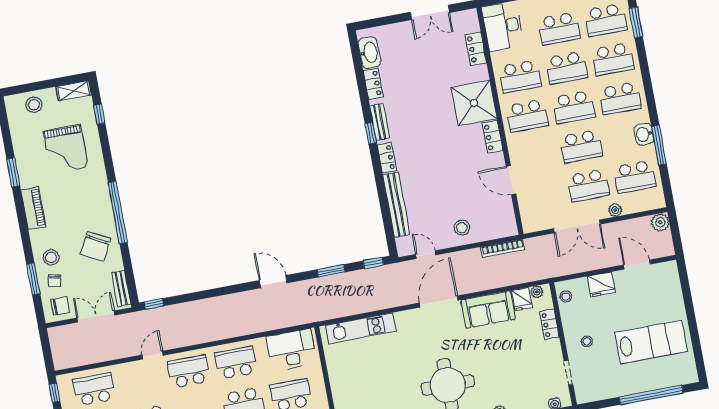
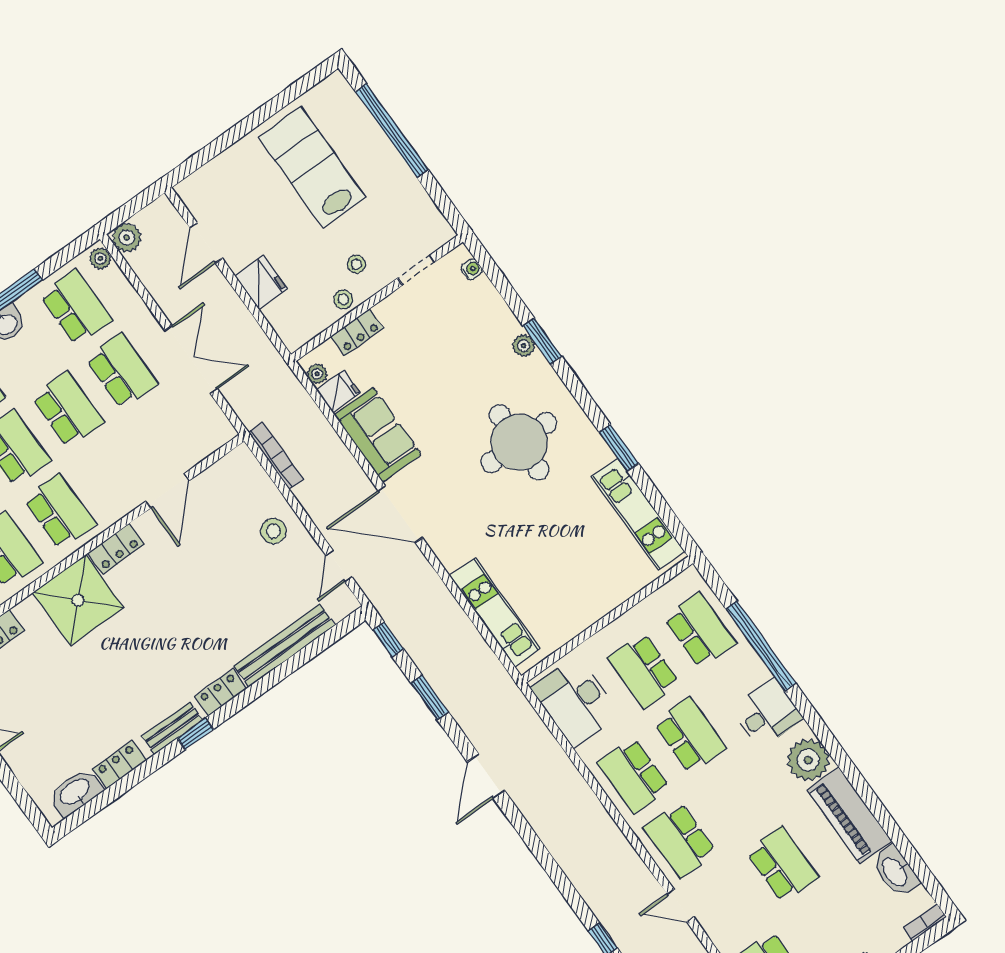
plant: (615, 210) -> (100, 258), moved
stool: (566, 296) -> (343, 299), moved

